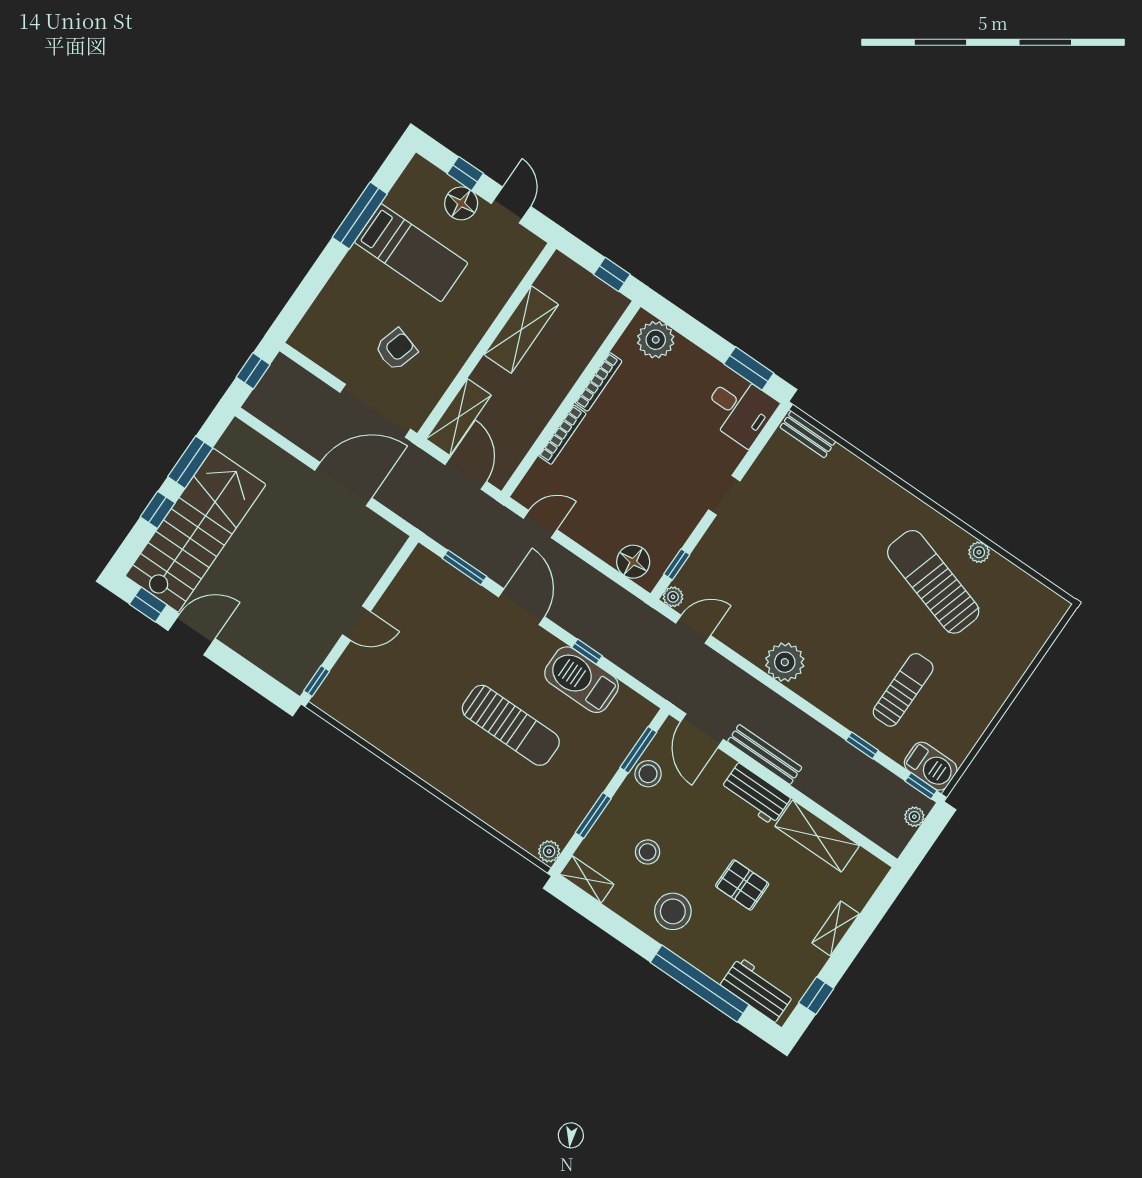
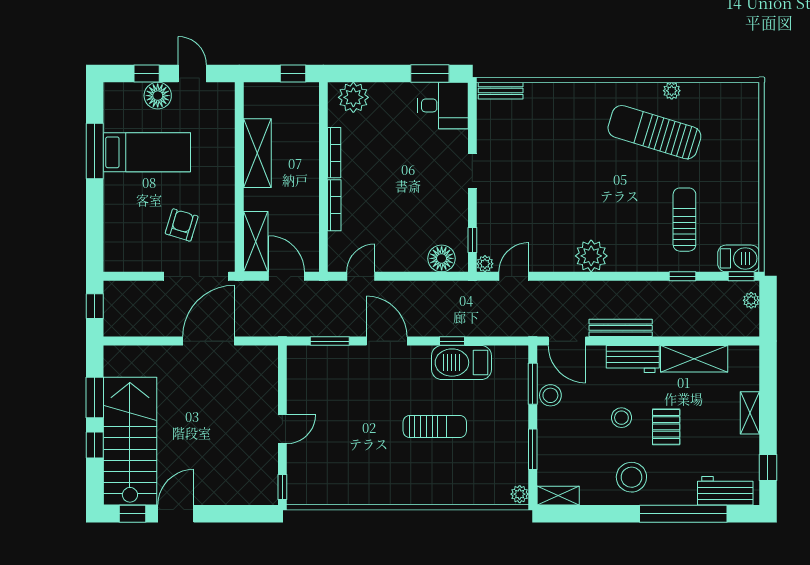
sun lounger: (511, 725) -> (435, 426), width x0.73, depth x0.75
stool: (648, 852) -> (621, 418), moved
pallet: (742, 885) -> (666, 427), turned 90

